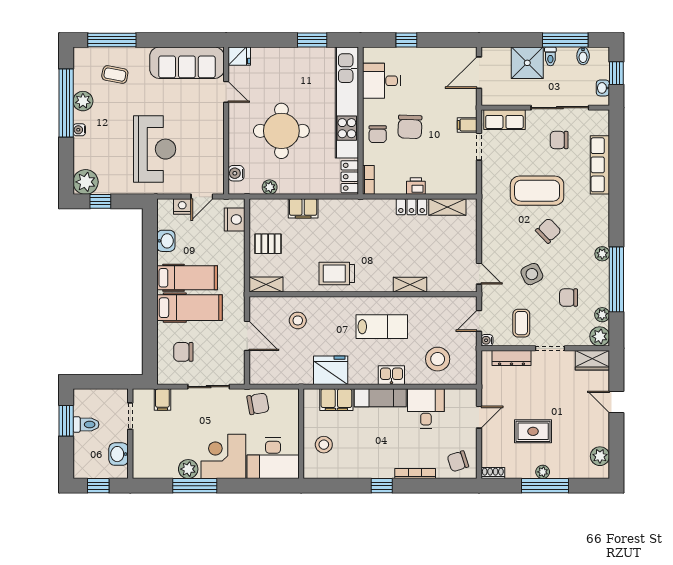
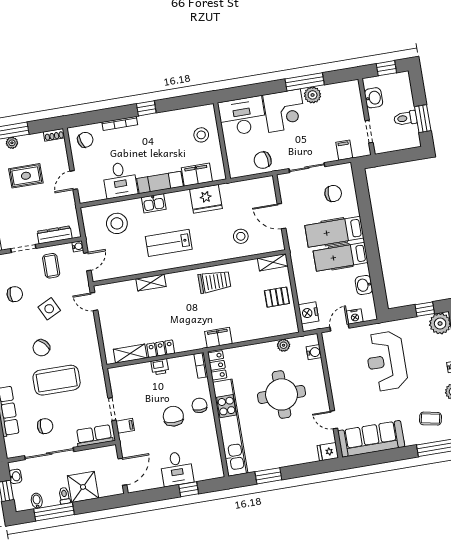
desk: (381, 81) -> (177, 469), moved, turned 90
filing cabinet: (303, 208) -> (218, 338), moved

